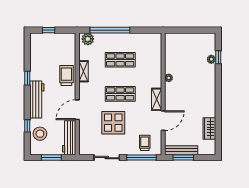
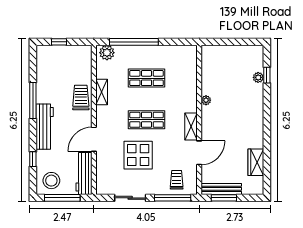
window: (27, 78) -> (33, 100), width x2.17
stool: (40, 134) -> (51, 181), moved
window: (51, 158) -> (62, 198), width x1.44

